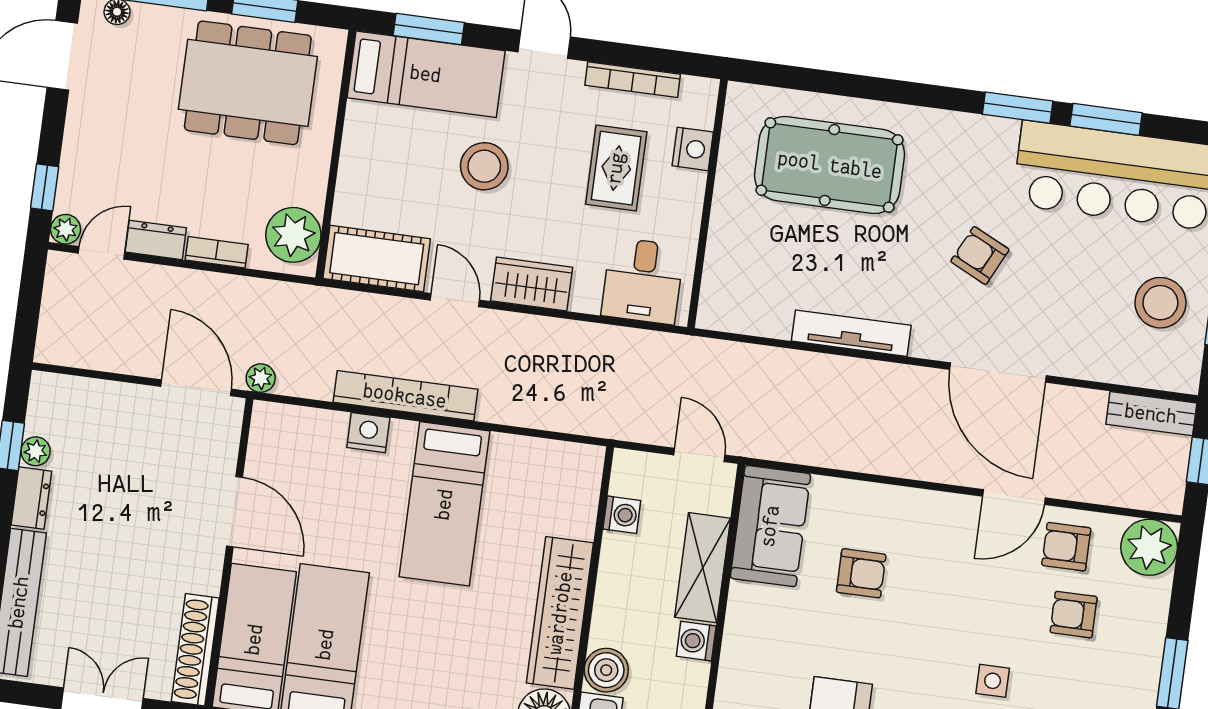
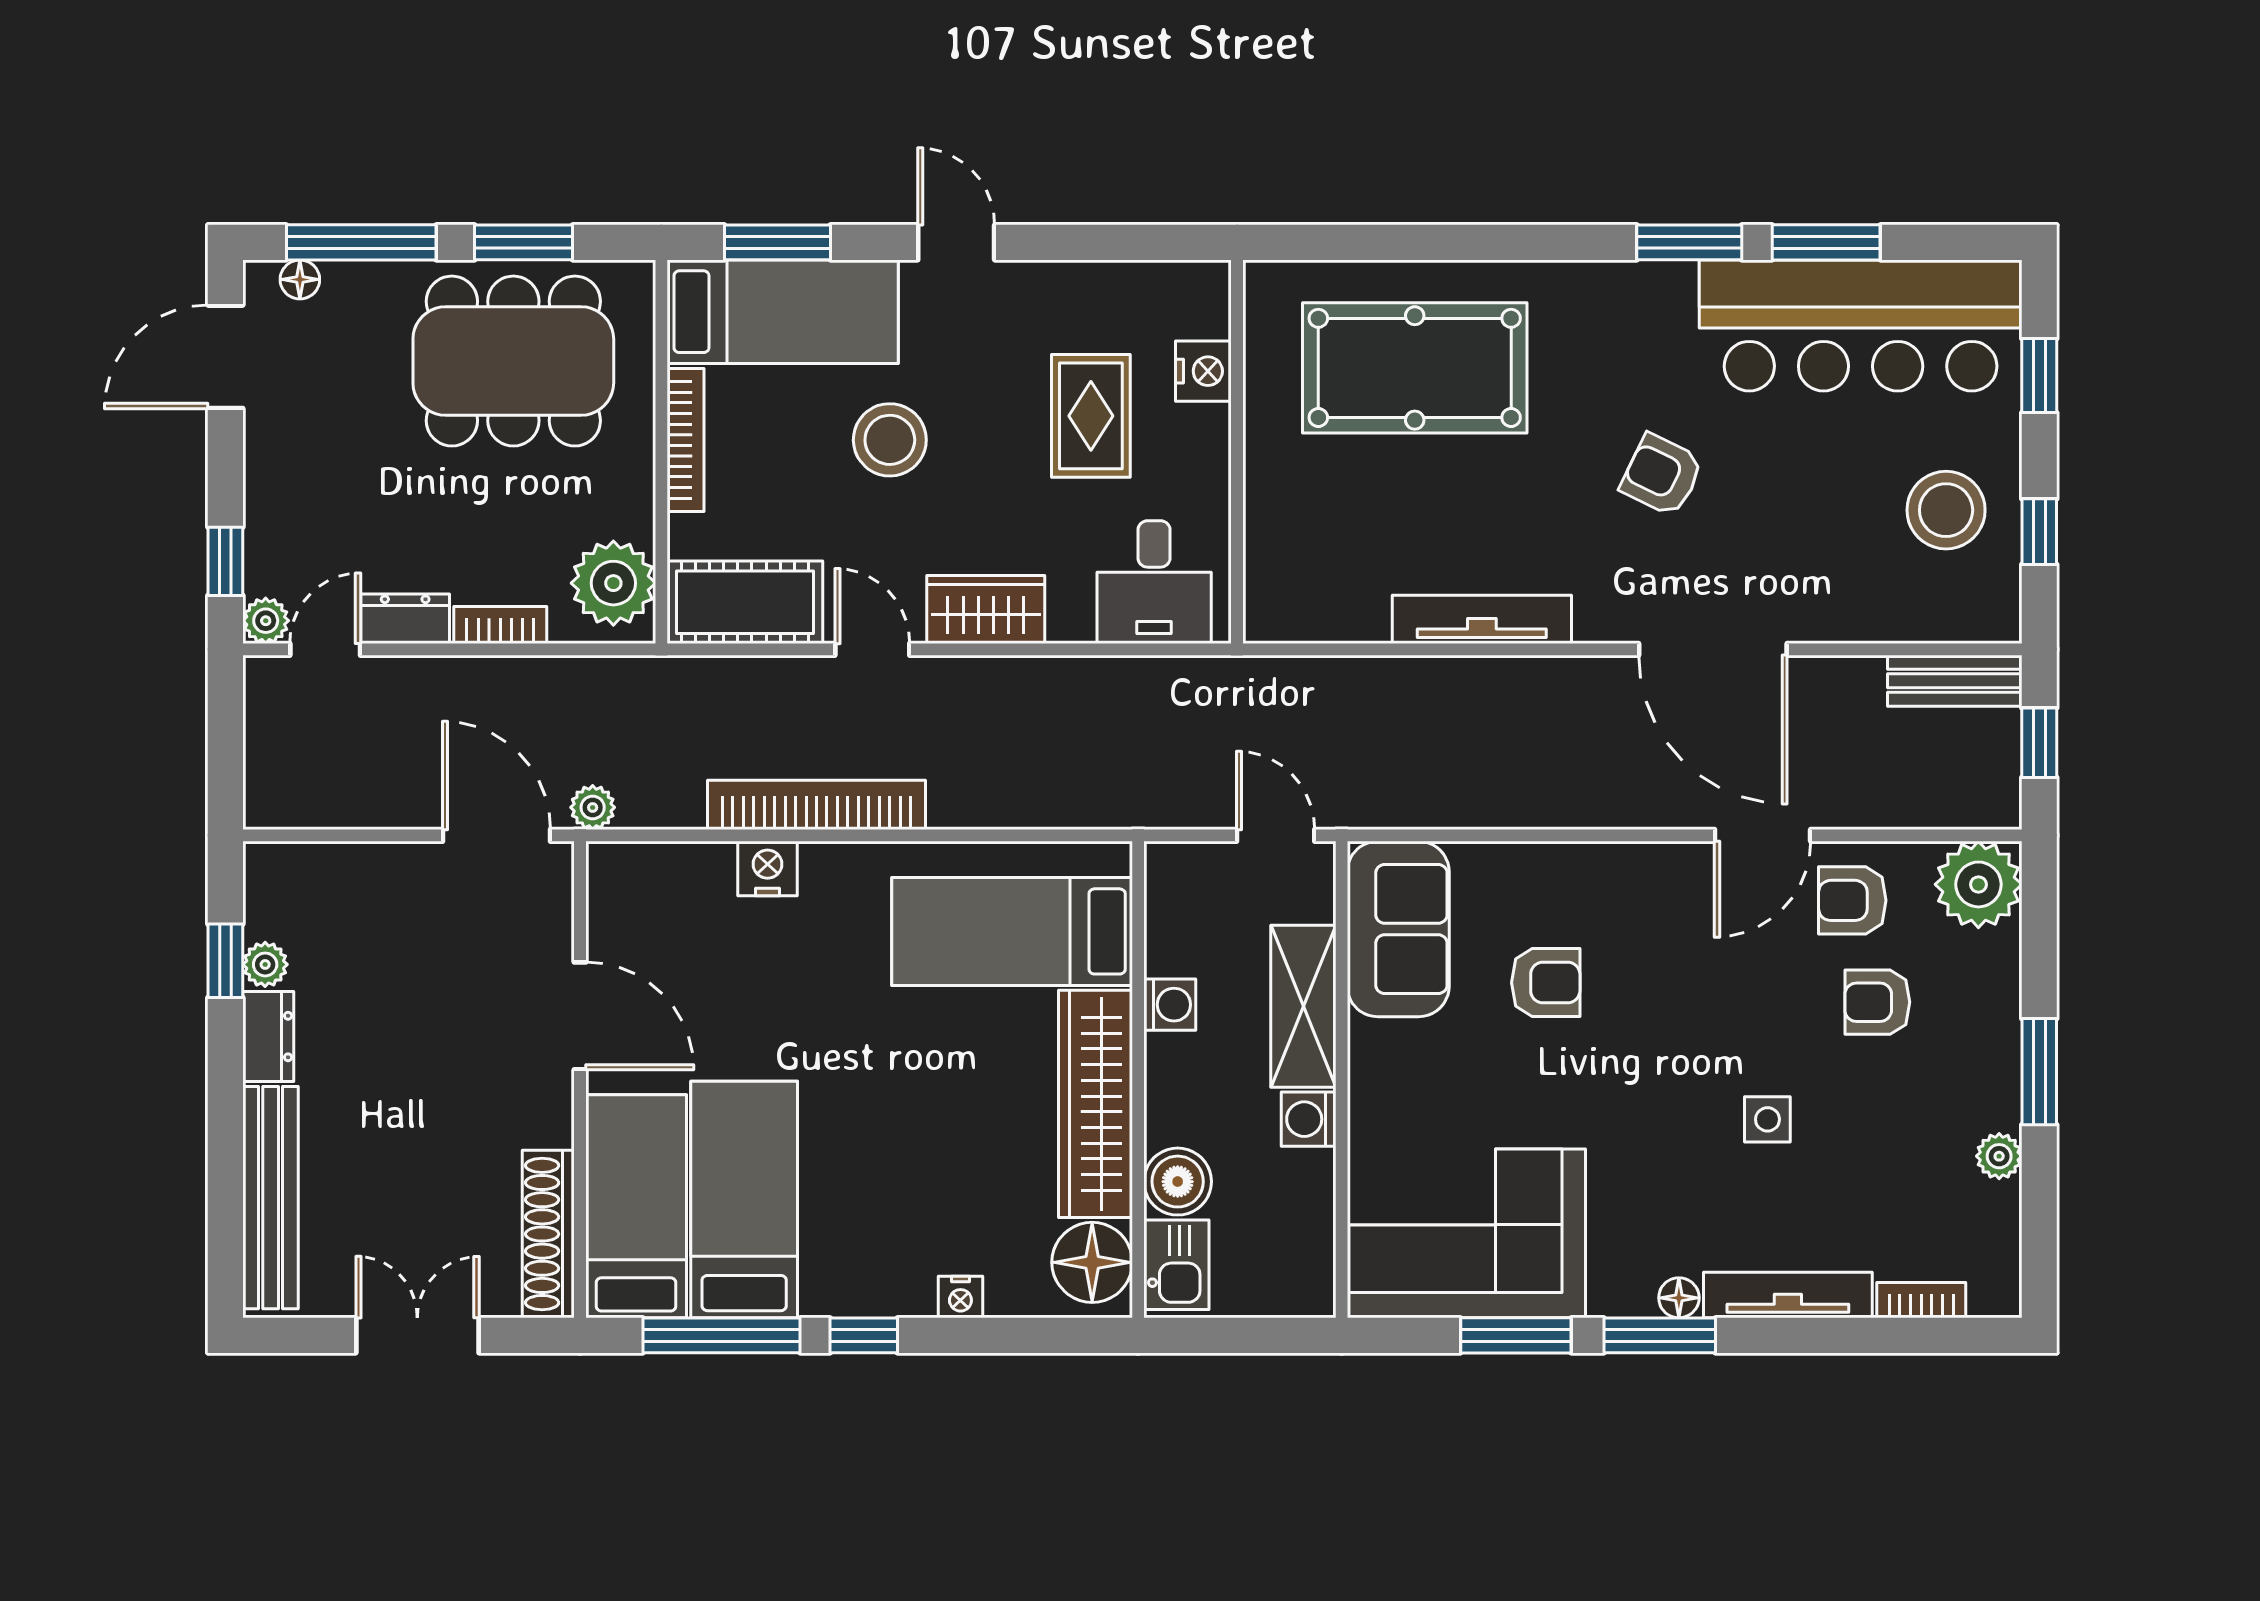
bookcase: (633, 80) -> (686, 440), moved, turned -90
bed: (444, 504) -> (1012, 931), moved, turned 90
washing machine: (622, 515) -> (1170, 1005), moved

